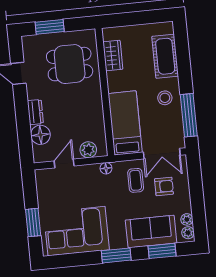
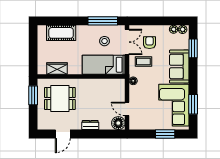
window: (50, 27) -> (33, 95), moved
dining table: (70, 64) -> (60, 98), turned 90
stool: (165, 98) -> (104, 41), moved
floor lamp: (40, 135) -> (118, 123), moved
plant: (88, 150) -> (119, 92), removed
sofa: (151, 232) -> (179, 67), moved
window: (116, 255) -> (193, 104), moved

